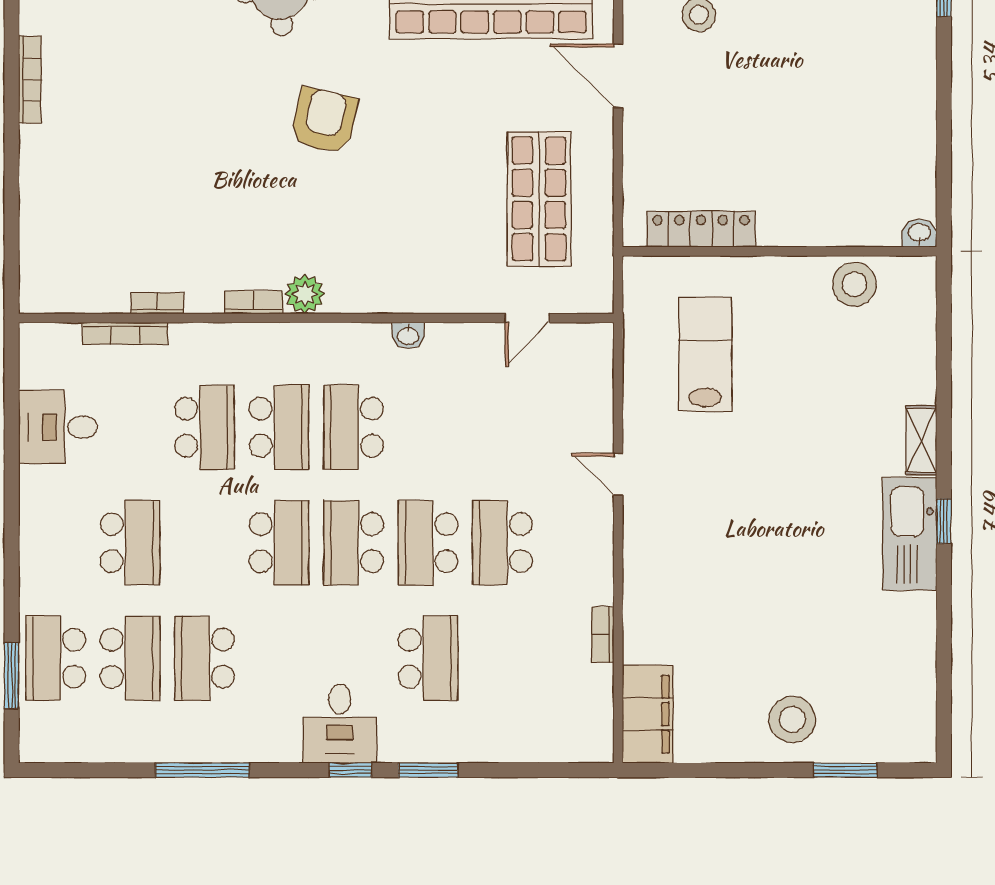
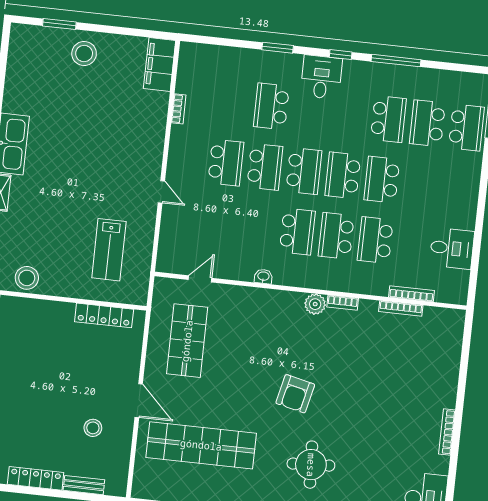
bookcase: (157, 303) -> (401, 308), width x1.56
school desk: (130, 543) -> (382, 180), moved
window: (350, 770) -> (341, 55), moved

